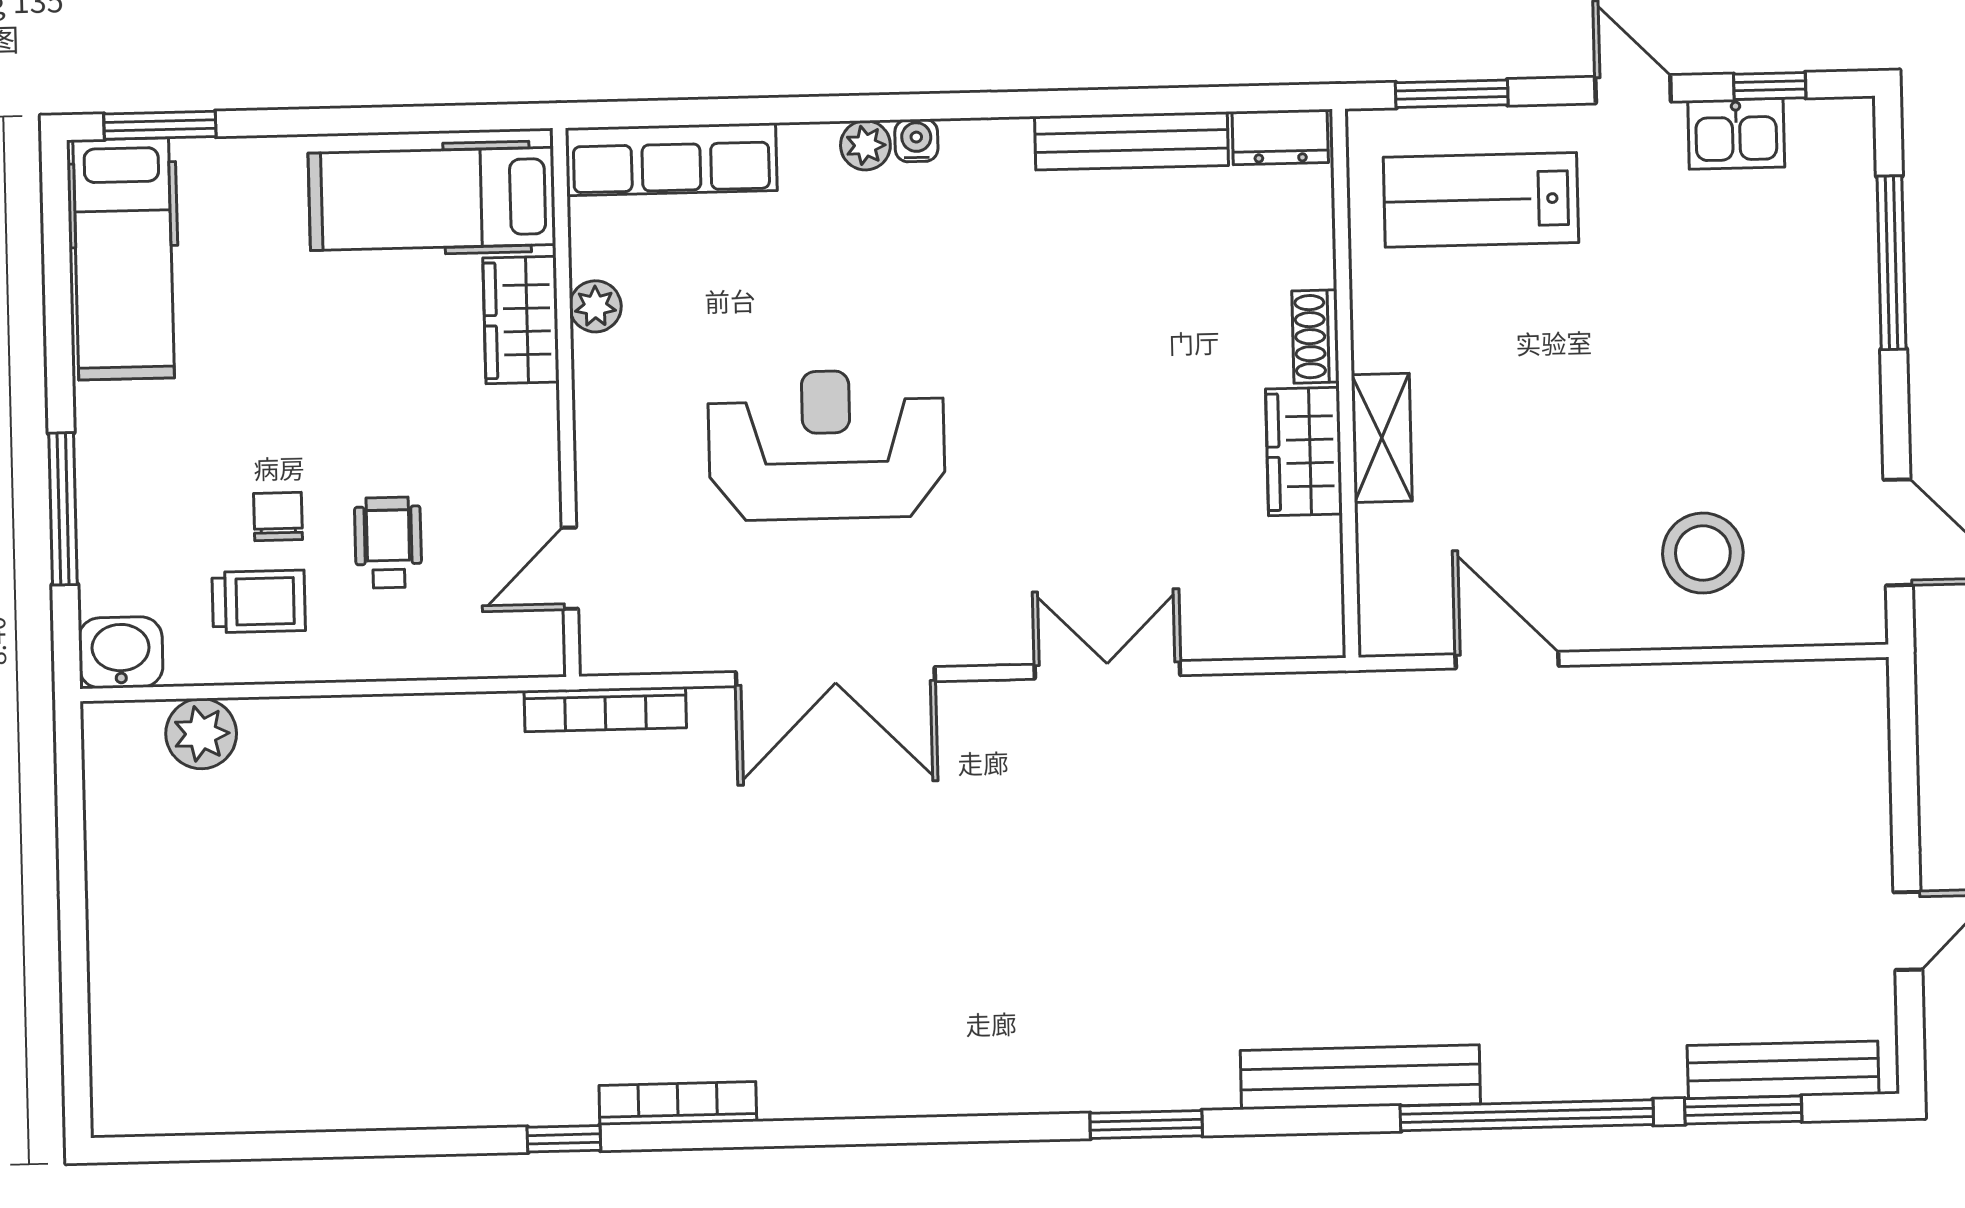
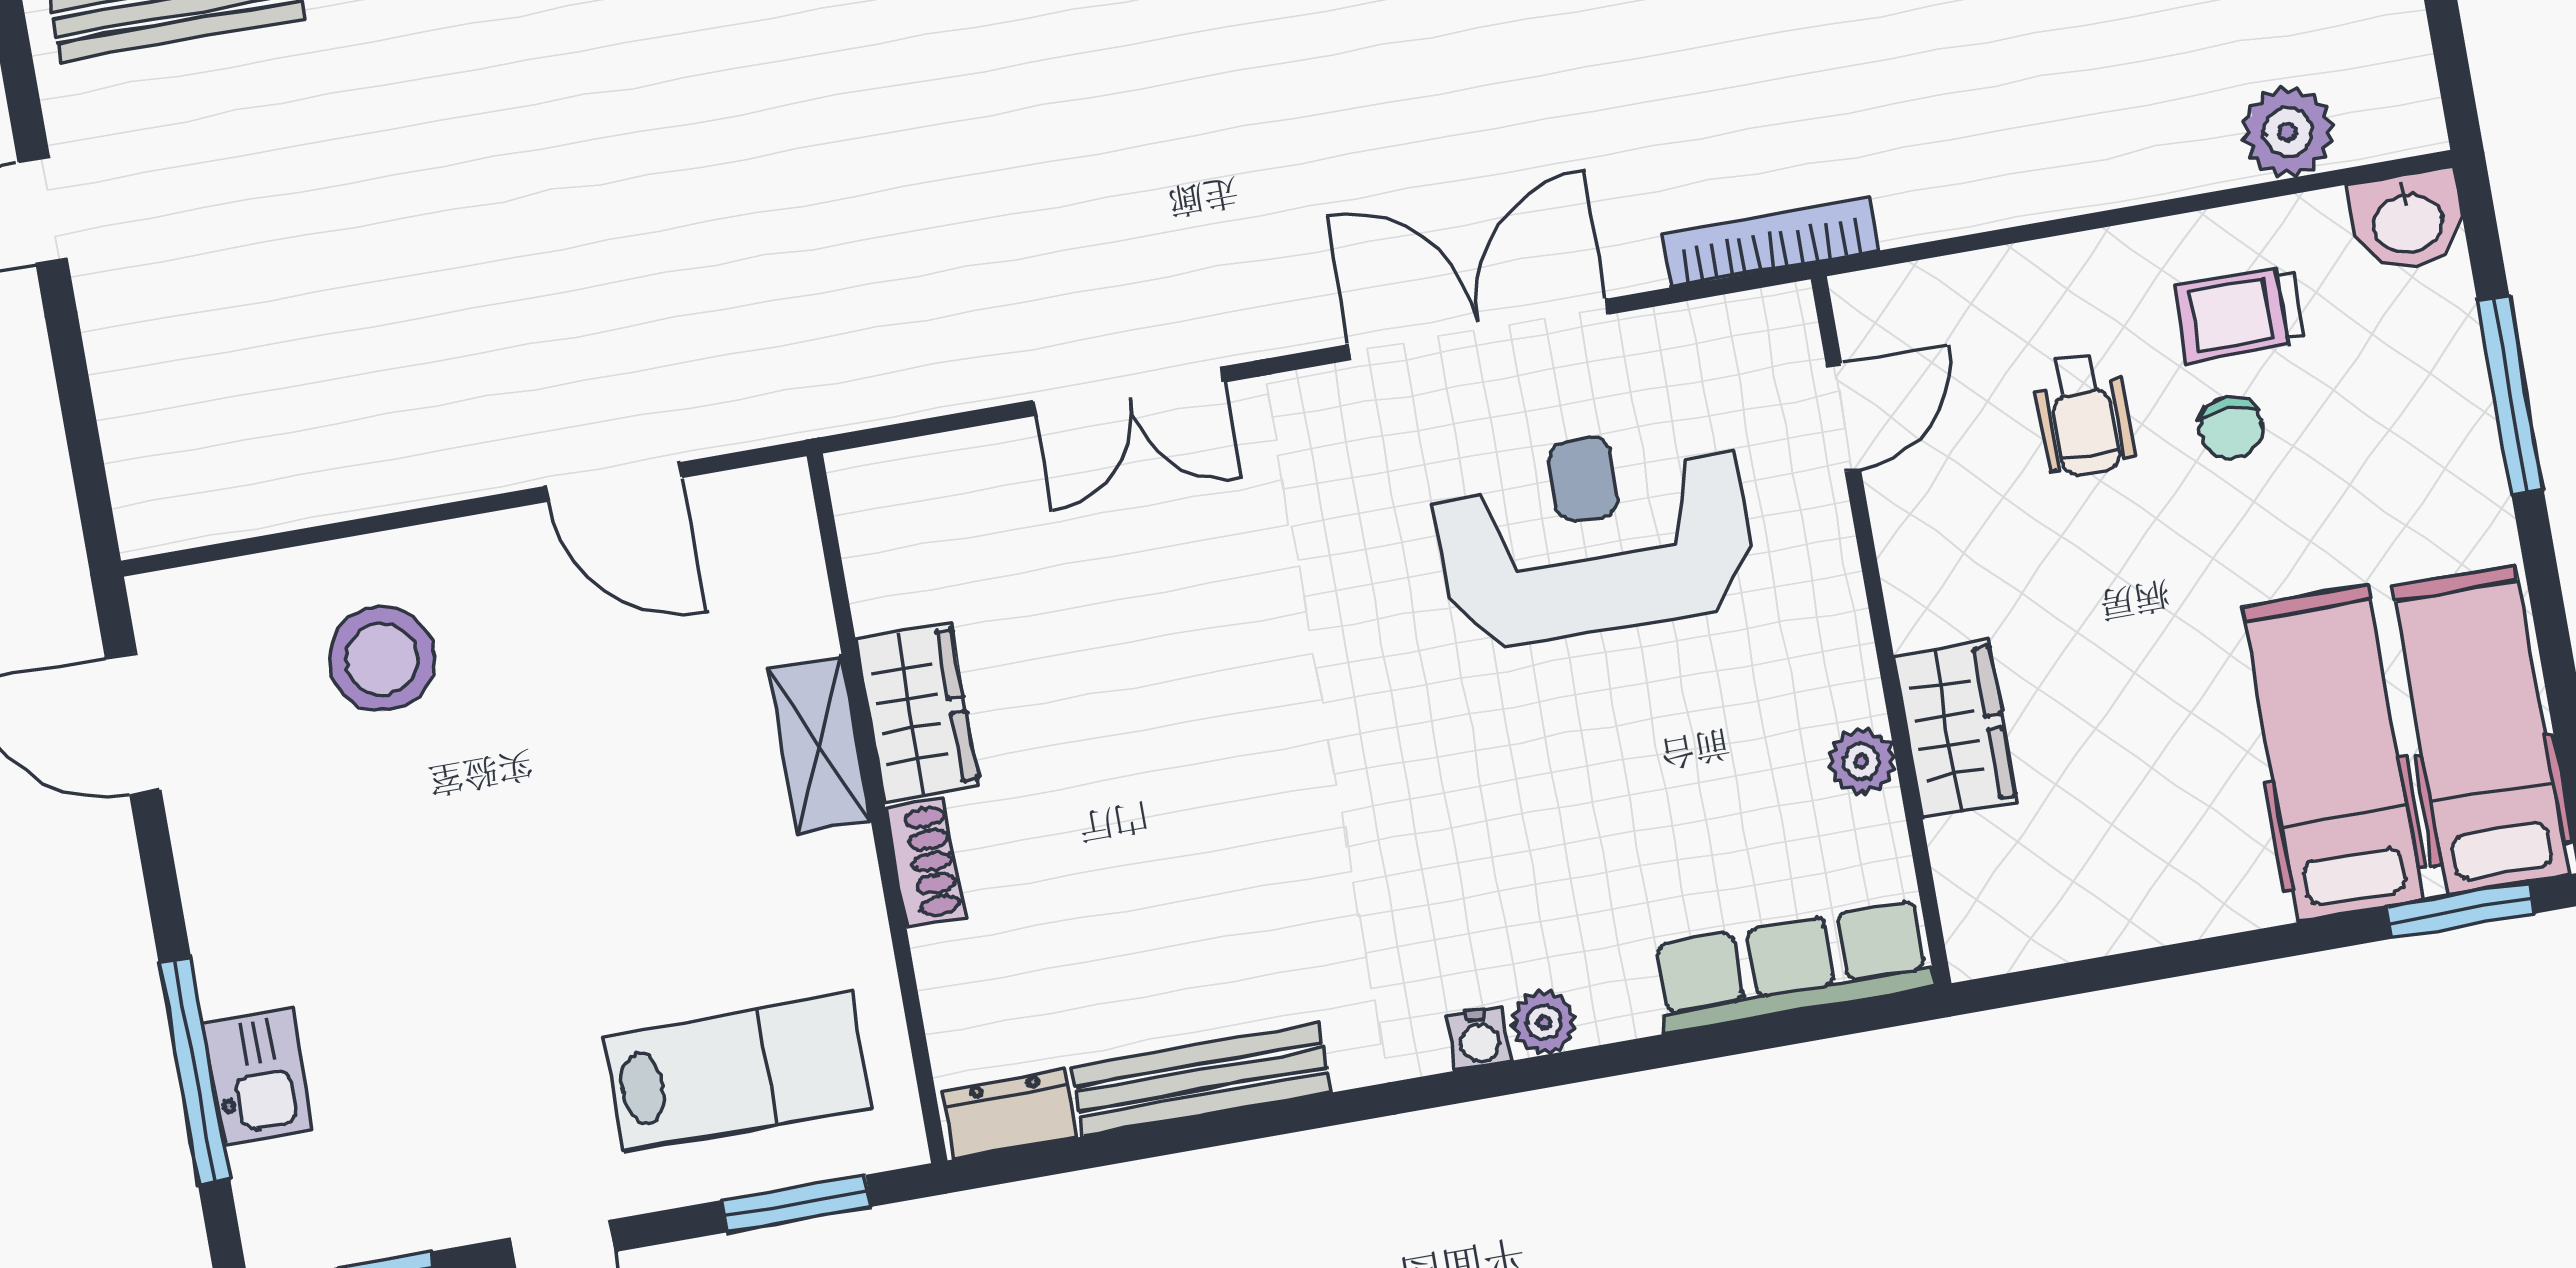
kitchen sink: (1736, 134) -> (258, 1076), moved, turned 90
hospital bed: (432, 199) -> (2333, 753), moved, turned -90
reception desk: (827, 445) -> (1593, 534), moved, turned 180

